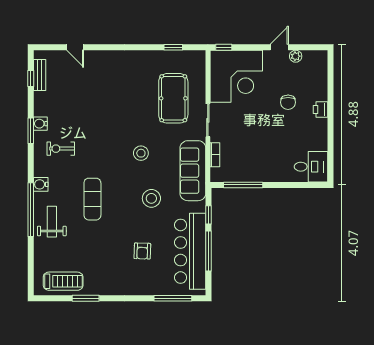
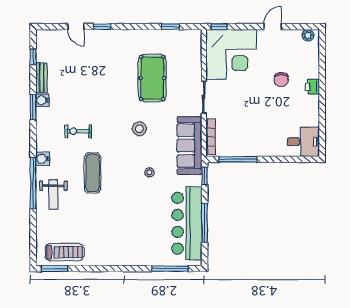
window: (102, 47) -> (102, 27), added
plant: (296, 56) -> (308, 35), moved
bench: (40, 75) -> (42, 78), moved
pool table: (173, 98) -> (152, 78), moved
exercise bike: (61, 149) -> (78, 131), moved
bookcase: (215, 155) -> (211, 137), width x1.56
stool: (151, 198) -> (149, 172), width x0.53, depth x0.53
window: (209, 215) -> (205, 176), moved
weight bench: (52, 222) -> (53, 195), turned 180
armchair: (142, 251) -> (141, 223), removed
window: (86, 298) -> (54, 269), moved

